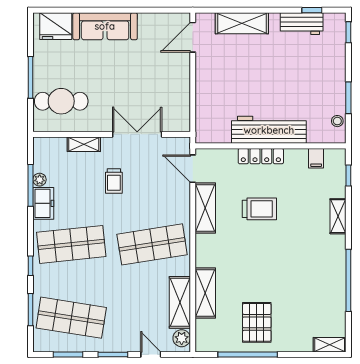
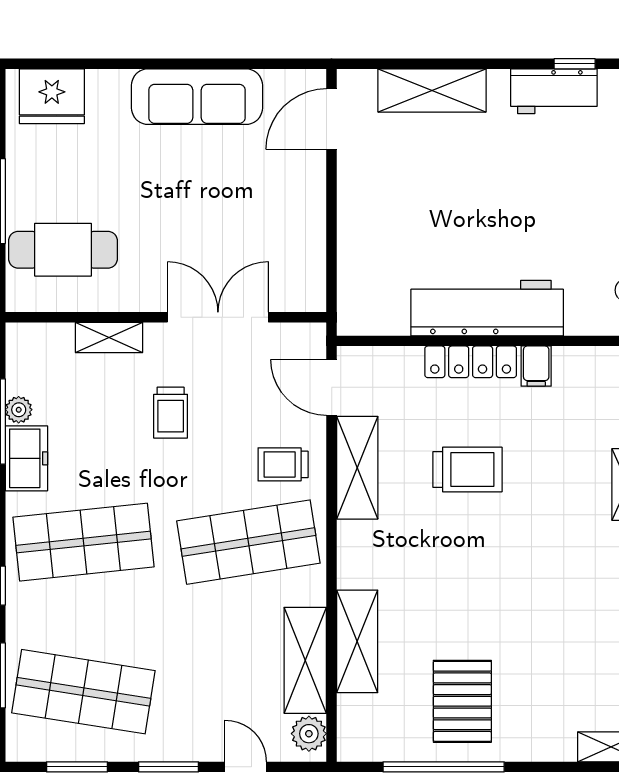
sofa: (105, 26) -> (197, 97), moved
filing cabinet: (316, 158) -> (536, 366), moved
trolley: (169, 206) -> (283, 464), added

